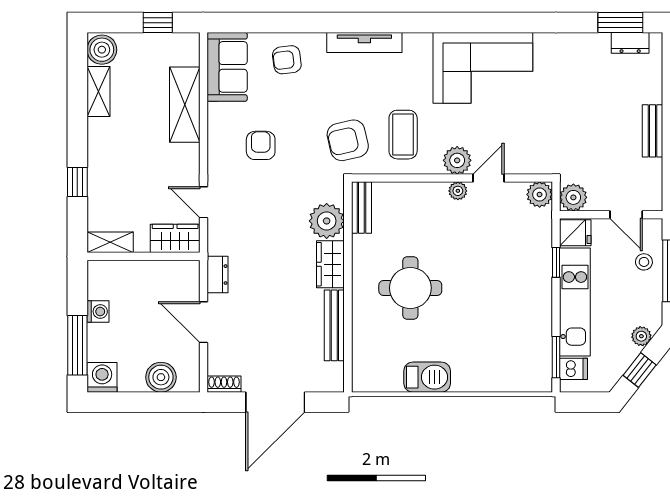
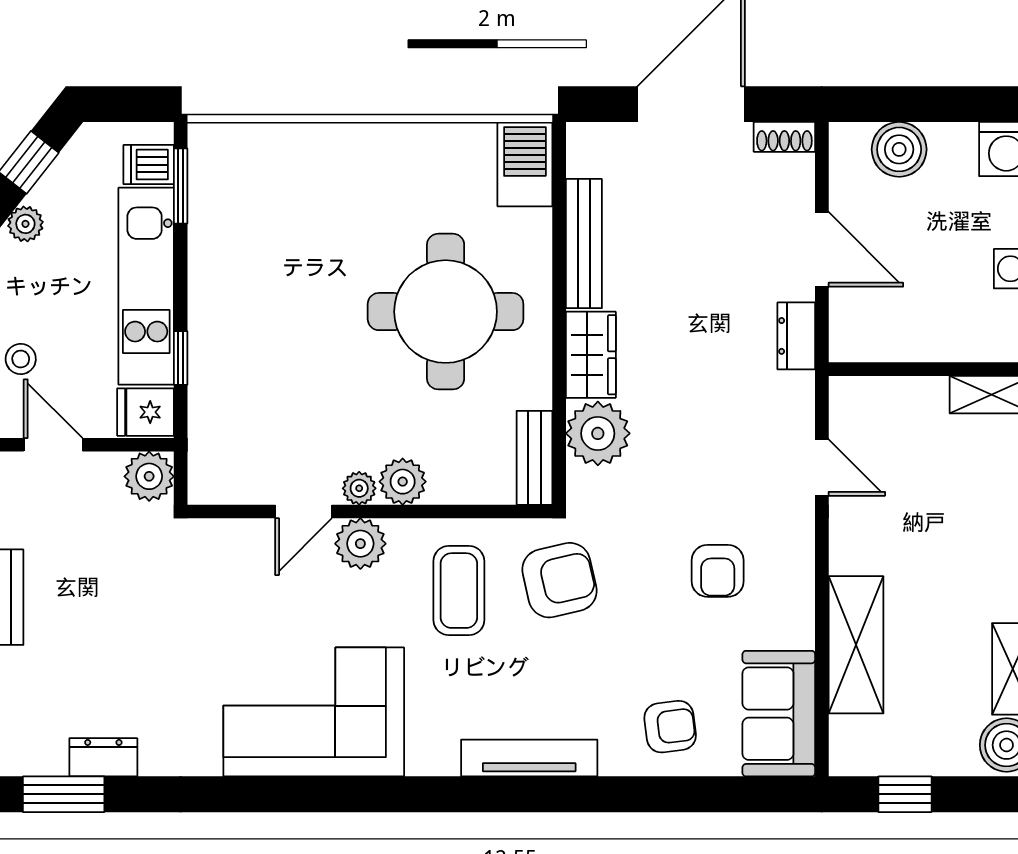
dresser: (630, 43) -> (103, 757), moved
plant: (540, 194) -> (403, 482), moved
wardrobe: (175, 238) -> (873, 402), removed
round table: (410, 288) -> (446, 312), width x1.36, depth x1.36
barbecue: (427, 377) -> (525, 164), moved, turned 90

